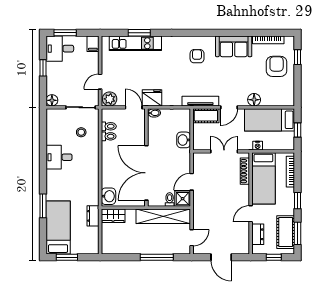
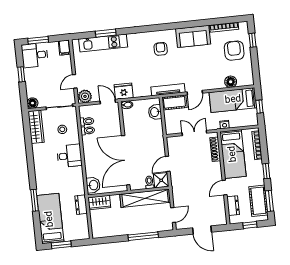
floor lamp: (254, 100) -> (231, 82), moved
wardrobe: (53, 126) -> (36, 127), added
washbasin: (184, 140) -> (155, 112), moved
desk: (59, 157) -> (69, 156), moved, turned 180

